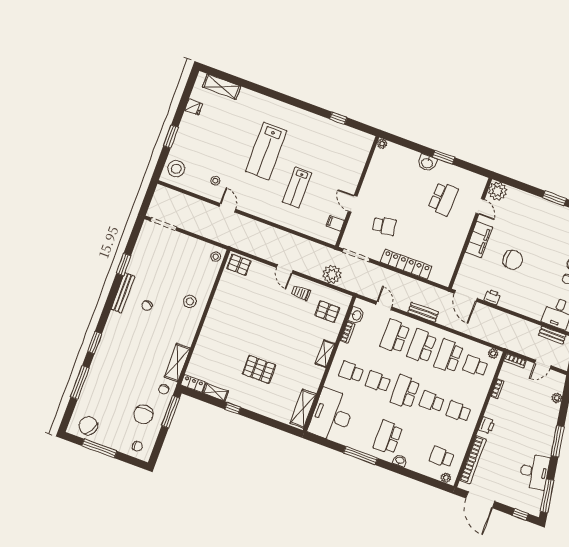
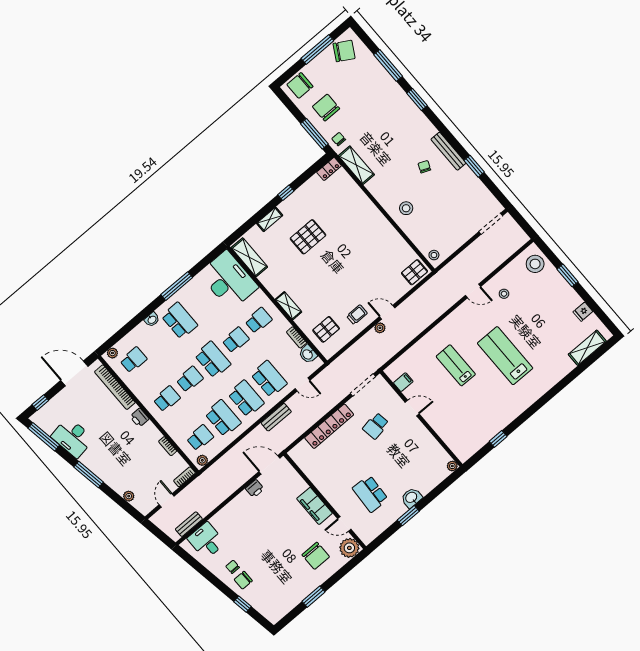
chair: (513, 260) -> (316, 556), moved, turned -90
plant: (332, 274) -> (380, 328), moved, width x0.53, depth x0.53
shelving: (215, 392) -> (270, 219), moved
chair: (137, 446) -> (300, 85), width x1.87, depth x1.87

